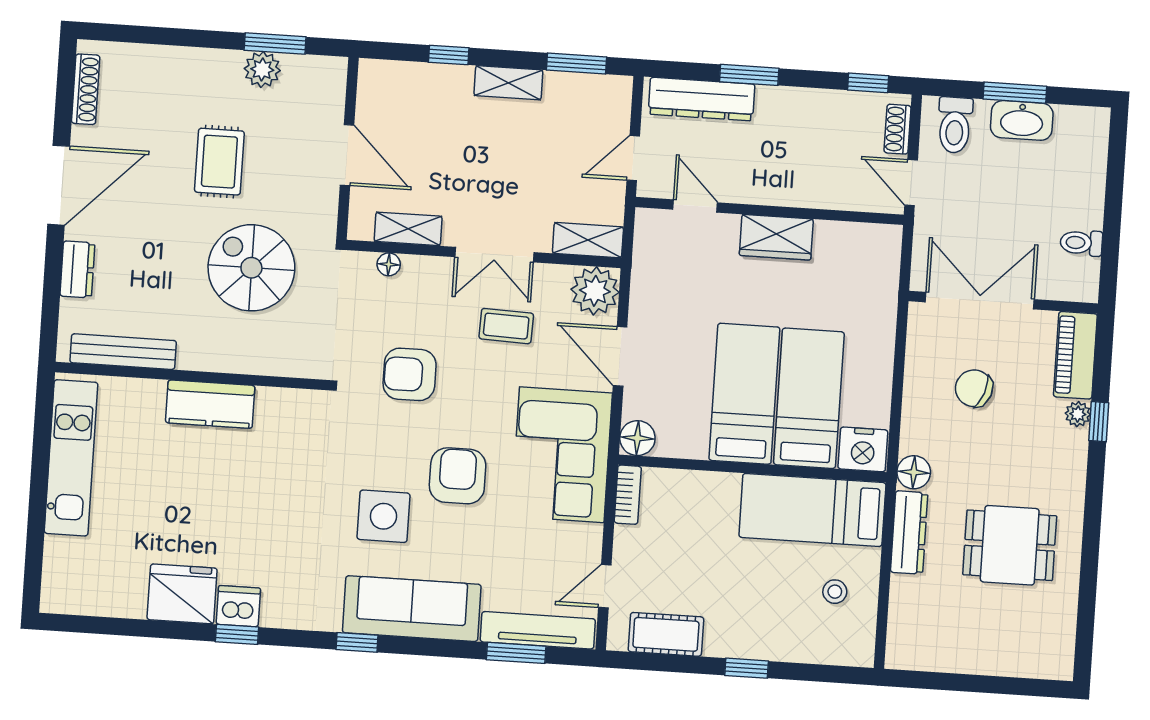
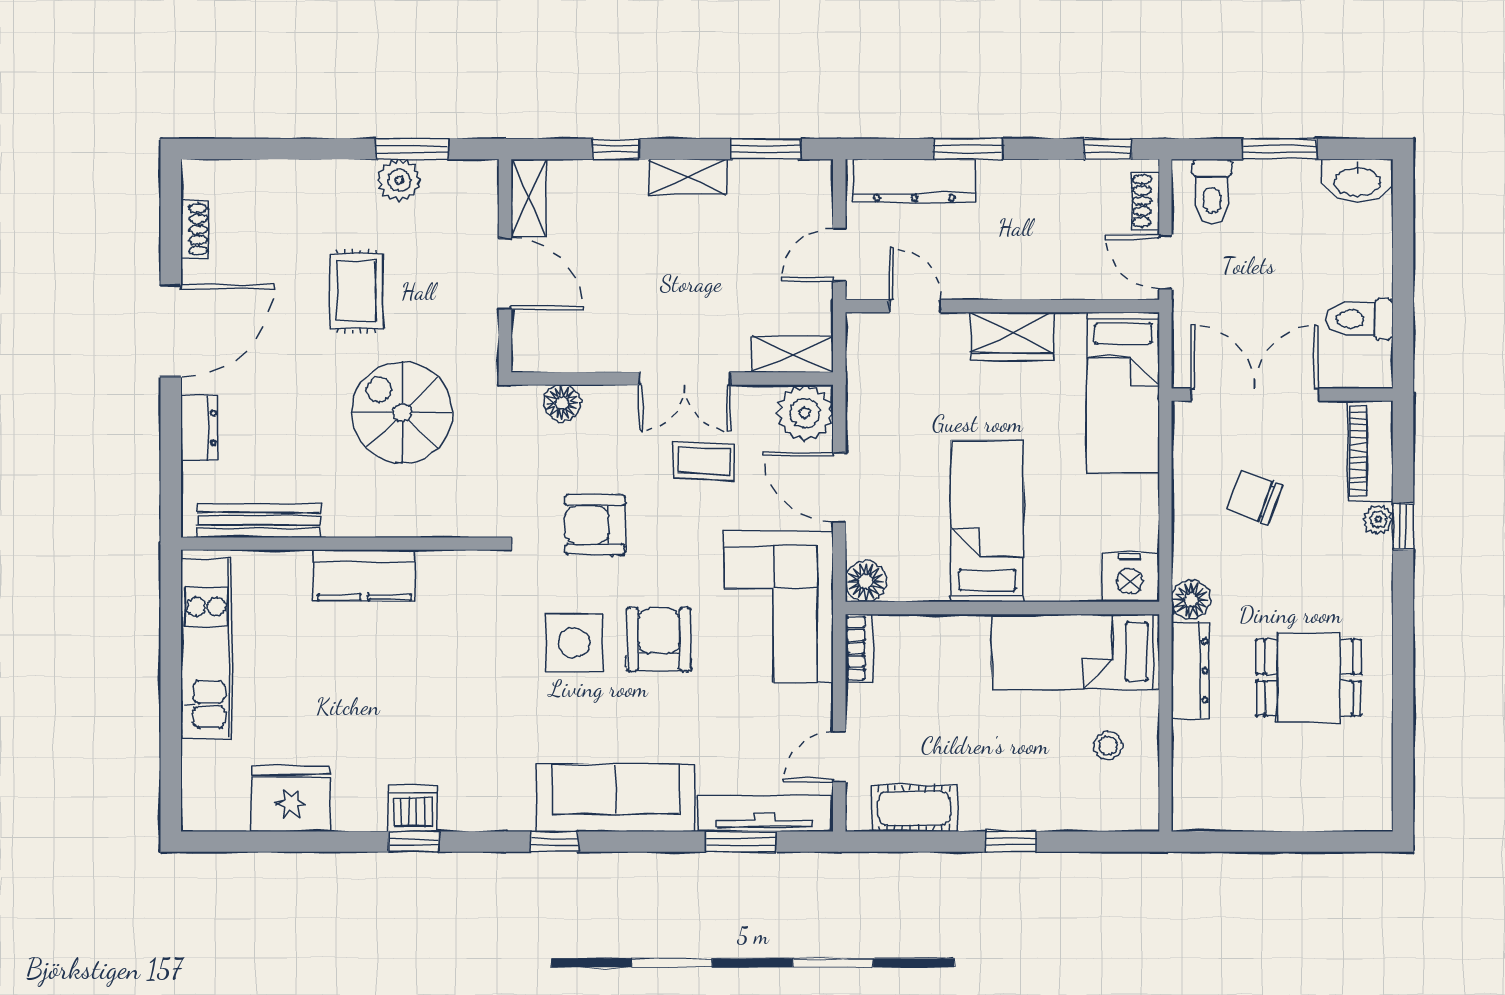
shoe rack: (86, 89) -> (195, 229), width x0.70
washbasin: (1022, 120) -> (1357, 181), moved
shelving: (408, 229) -> (528, 198), moved, turned 90
toilet: (1081, 243) -> (1359, 319), width x1.37, depth x1.39
floor lamp: (389, 264) -> (562, 403), width x1.37, depth x1.37
bed: (809, 398) -> (1123, 392), moved, turned 180
side table: (383, 516) -> (574, 643), moved
fridge: (182, 594) -> (291, 799), moved

